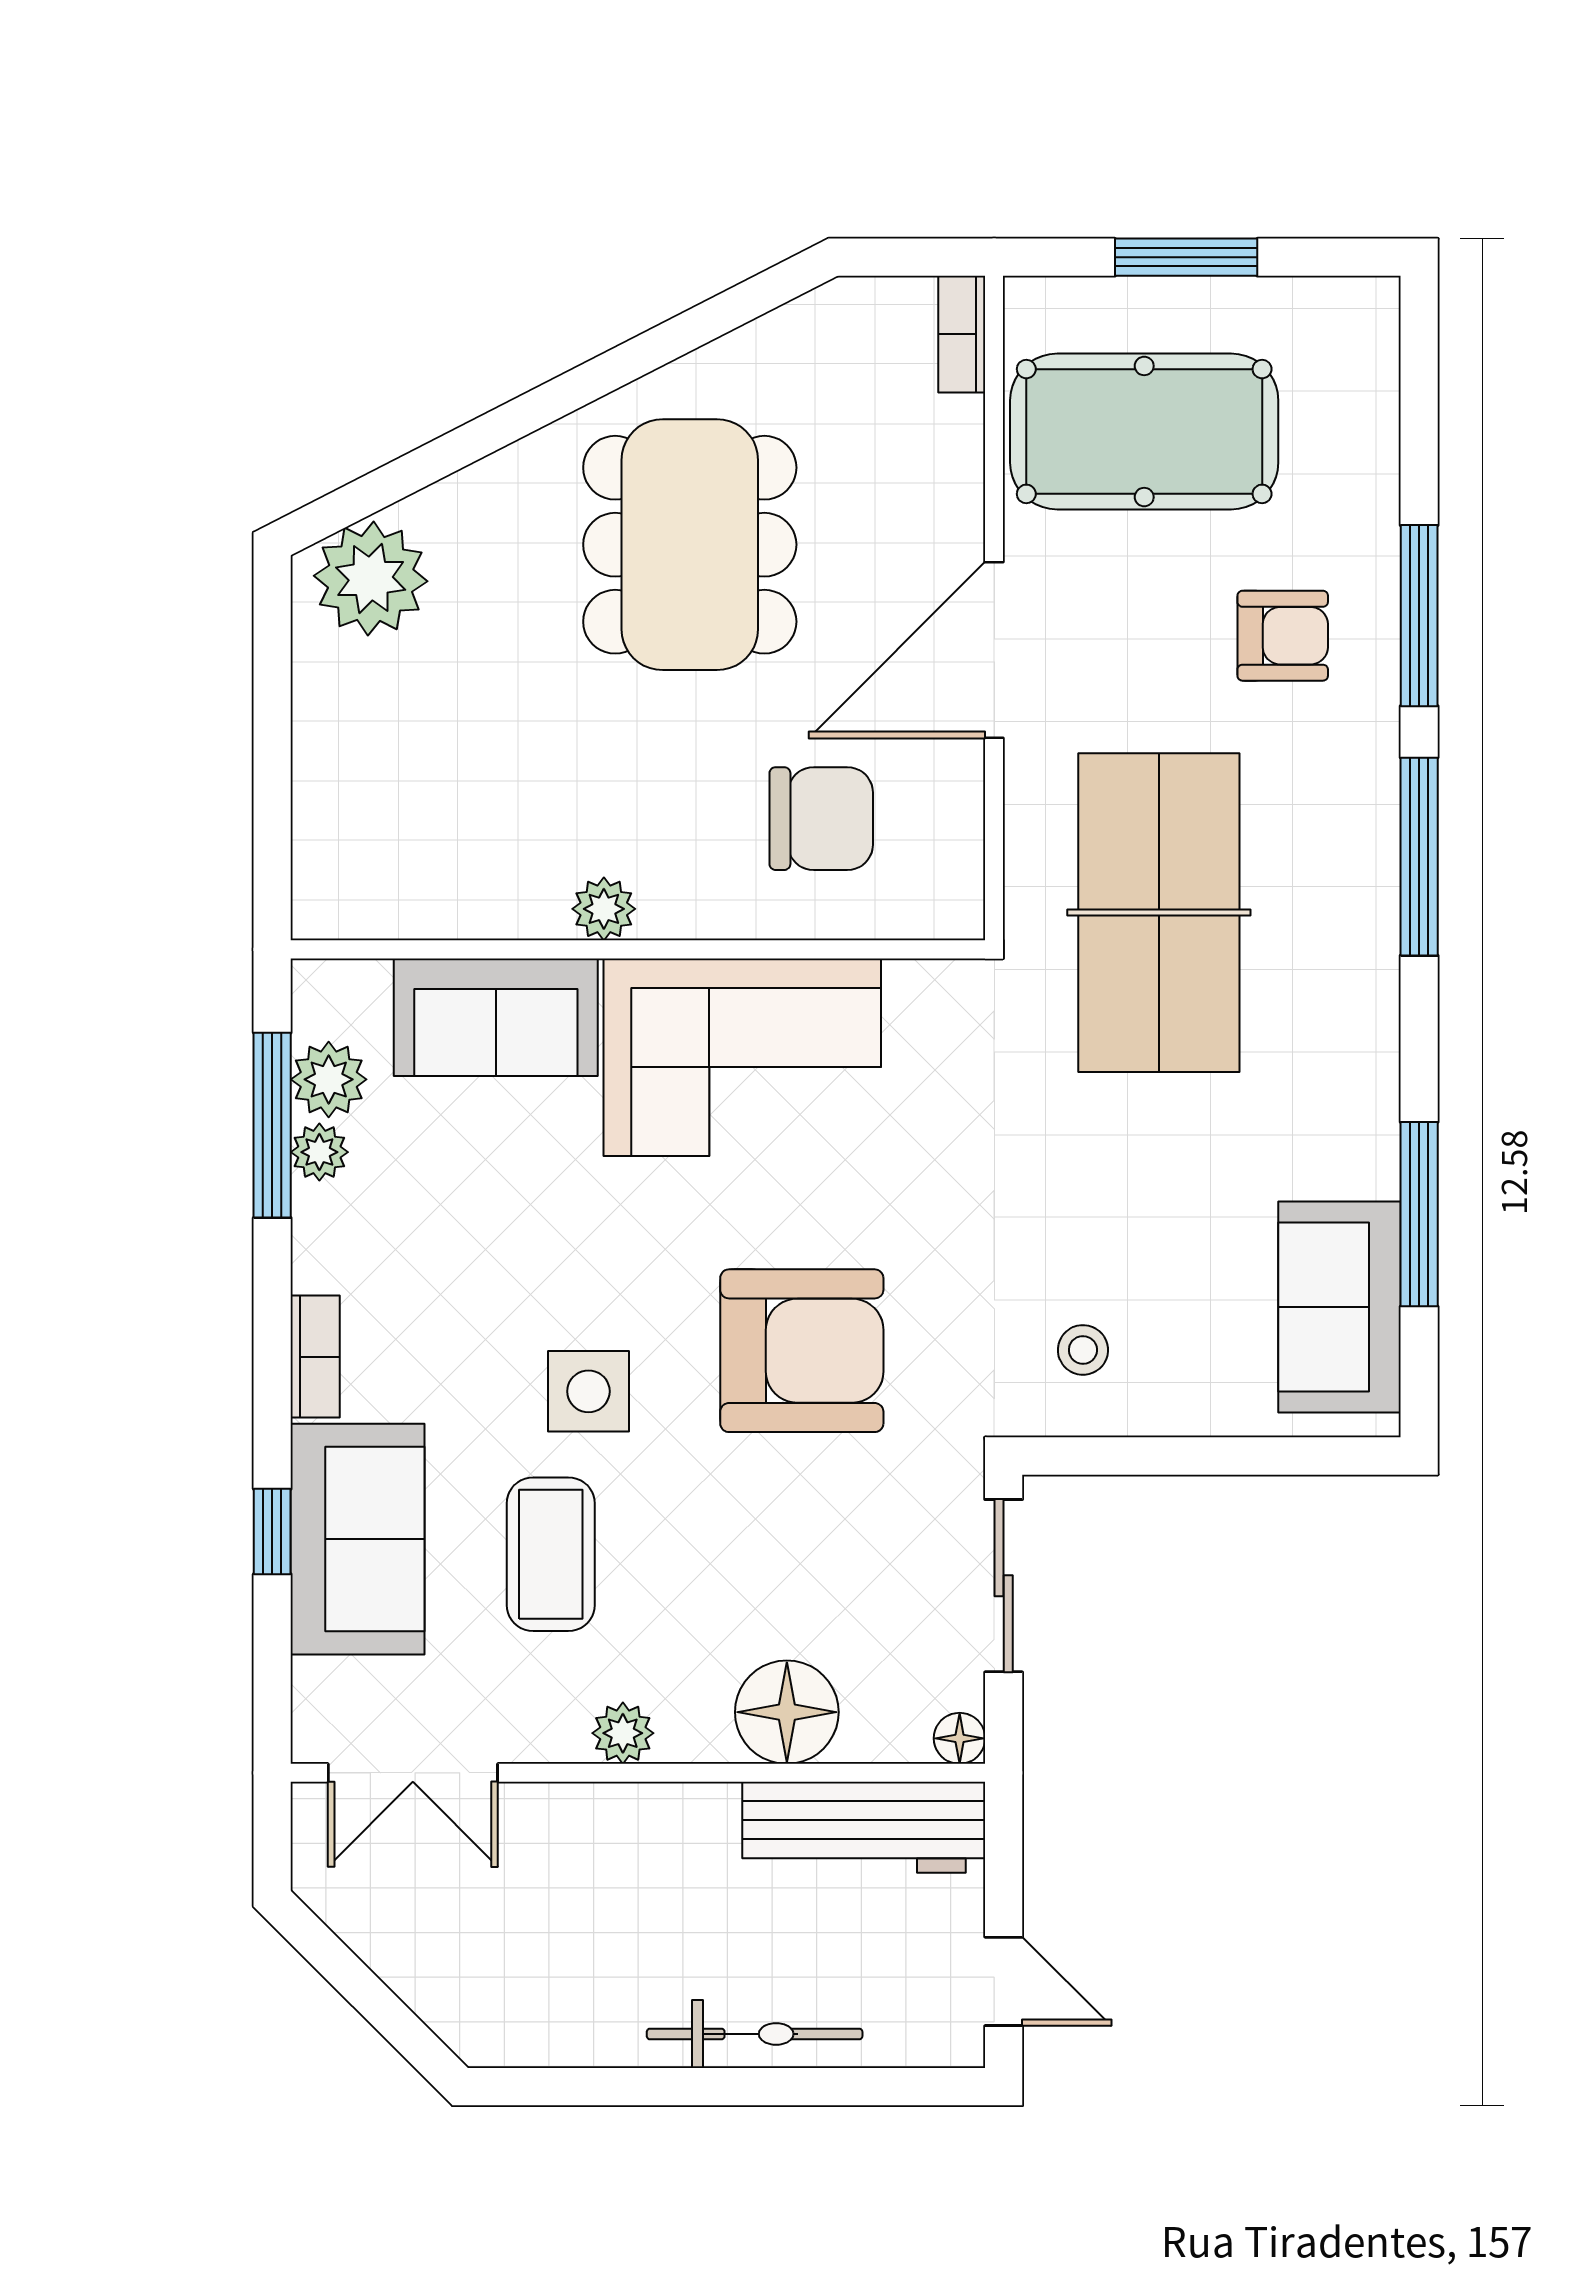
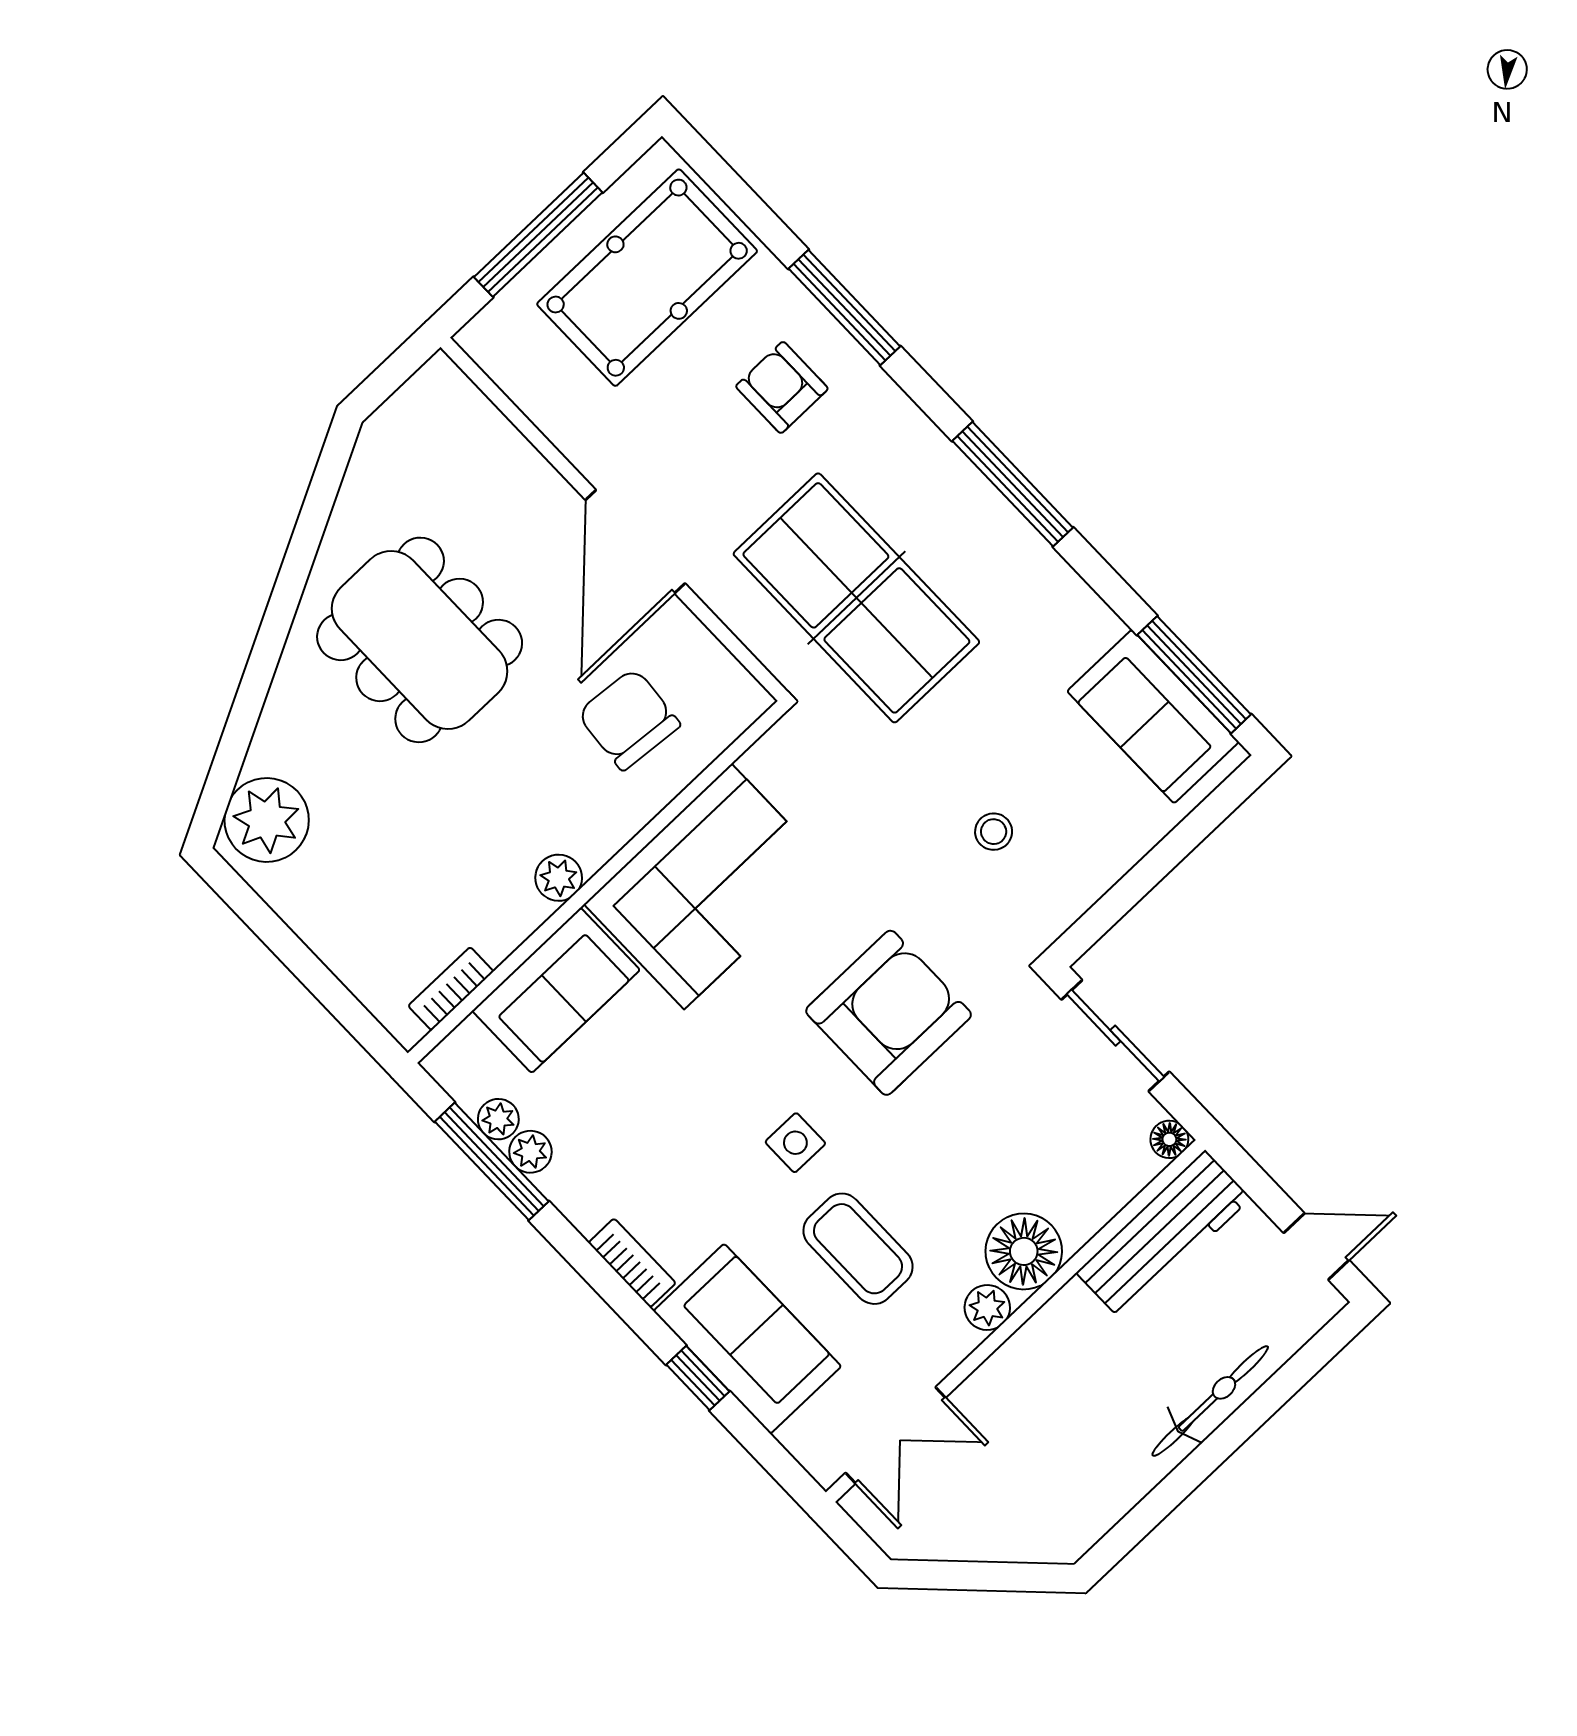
window: (1186, 257) -> (538, 235), width x1.44
bookcase: (962, 334) -> (451, 989), moved, turned 90
pool table: (1144, 431) -> (647, 278), moved
armchair: (1283, 636) -> (782, 387), turned -90
chair: (821, 819) -> (629, 719), turned -85
window: (1419, 857) -> (1013, 484), moved
plant: (329, 1079) -> (498, 1119), width x0.73, depth x0.73
window: (1419, 1214) -> (1194, 675), moved
stool: (1083, 1350) -> (994, 832), moved
side table: (588, 1391) -> (795, 1143), width x0.73, depth x0.73
floor lamp: (787, 1712) -> (1024, 1251), moved

